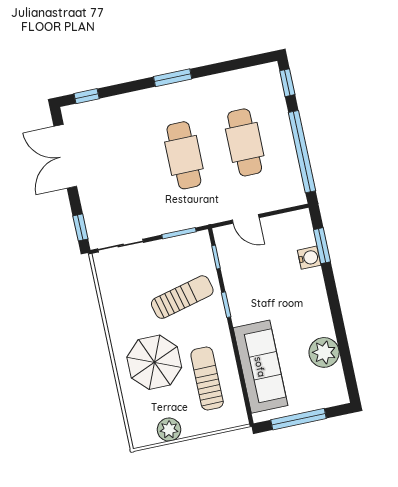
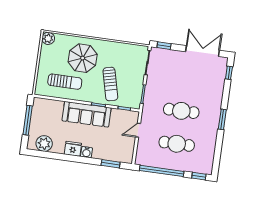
water cooler: (309, 258) -> (87, 152), moved
fridge: (320, 321) -> (73, 149), added
plant: (324, 352) -> (44, 144), moved
sofa: (260, 367) -> (87, 114), moved
plant: (169, 430) -> (48, 38), moved

